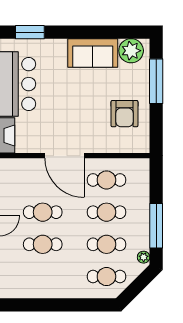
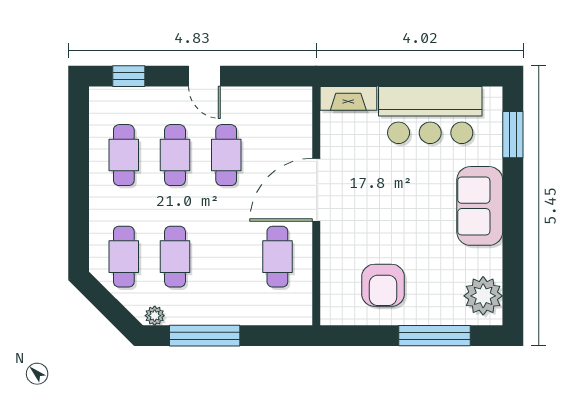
sofa: (93, 53) -> (480, 206), moved
armchair: (124, 114) -> (383, 285), turned -90
cafe table: (106, 212) -> (124, 155), moved

